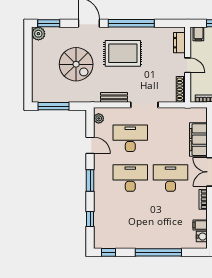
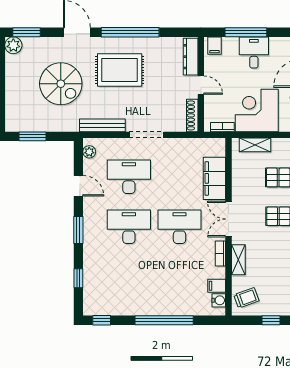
dresser: (179, 43) -> (191, 57), width x1.44
bench: (114, 97) -> (102, 125), width x1.36
window: (54, 106) -> (32, 136), width x0.69

